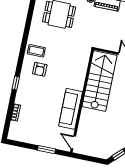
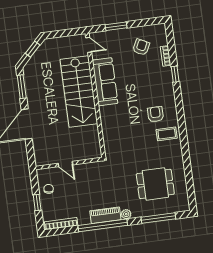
stairs: (99, 81) -> (79, 92), moved
window: (16, 83) -> (175, 74), moved
armchair: (32, 126) -> (141, 47), added

